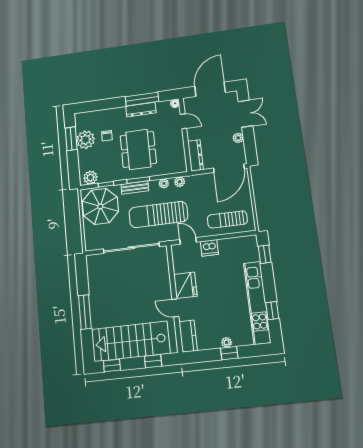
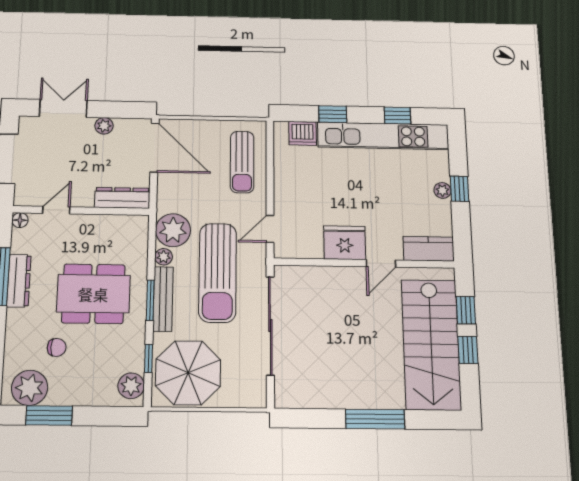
plant: (85, 140) -> (30, 388), moved
plant: (180, 182) -> (173, 230), width x1.88, depth x1.88
bench: (135, 188) -> (163, 299), width x1.36
dishwasher: (209, 248) -> (303, 133), moved, turned 90
window: (265, 254) -> (333, 114), moved
window: (112, 365) -> (468, 350), moved

